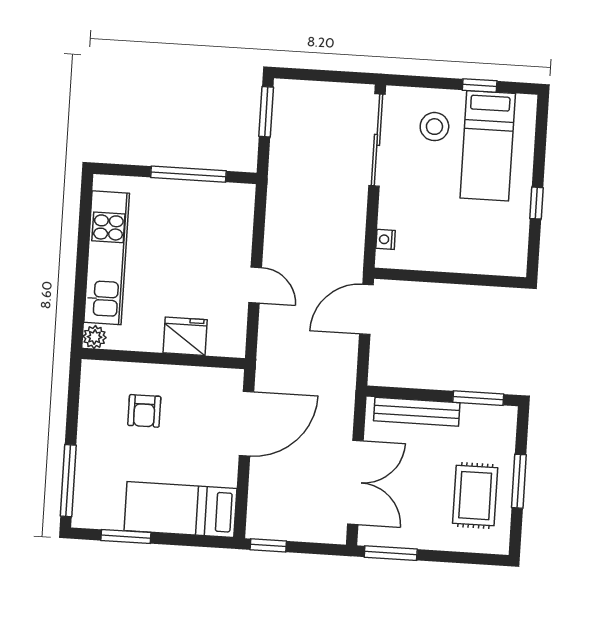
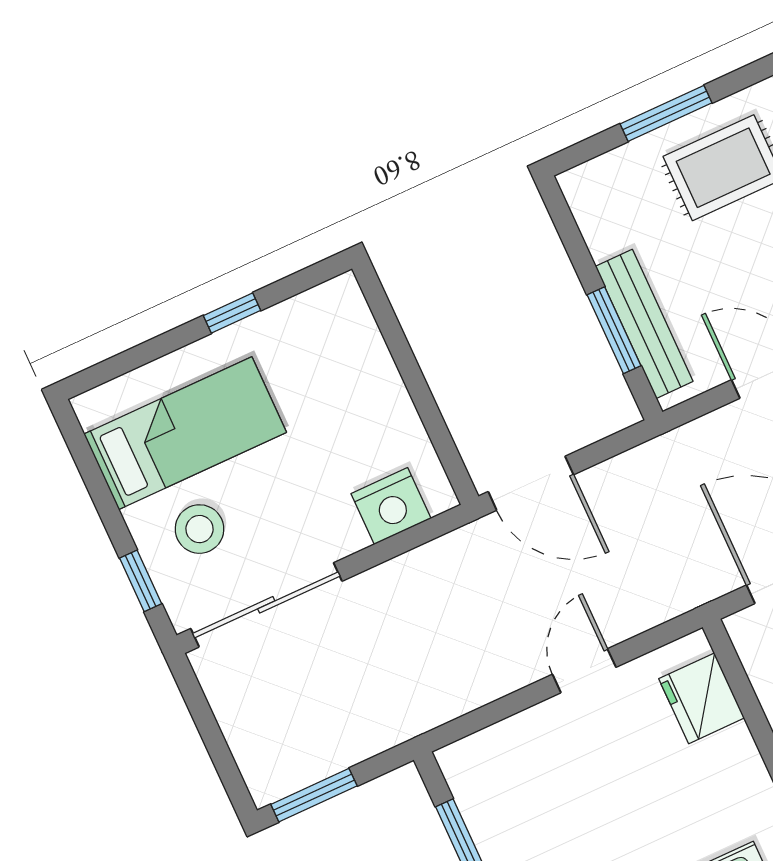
window: (480, 85) -> (141, 581), moved
nightstand: (386, 239) -> (391, 506), width x1.89, depth x1.79
fridge: (185, 336) -> (702, 698), moved
window: (478, 398) -> (614, 330), moved

